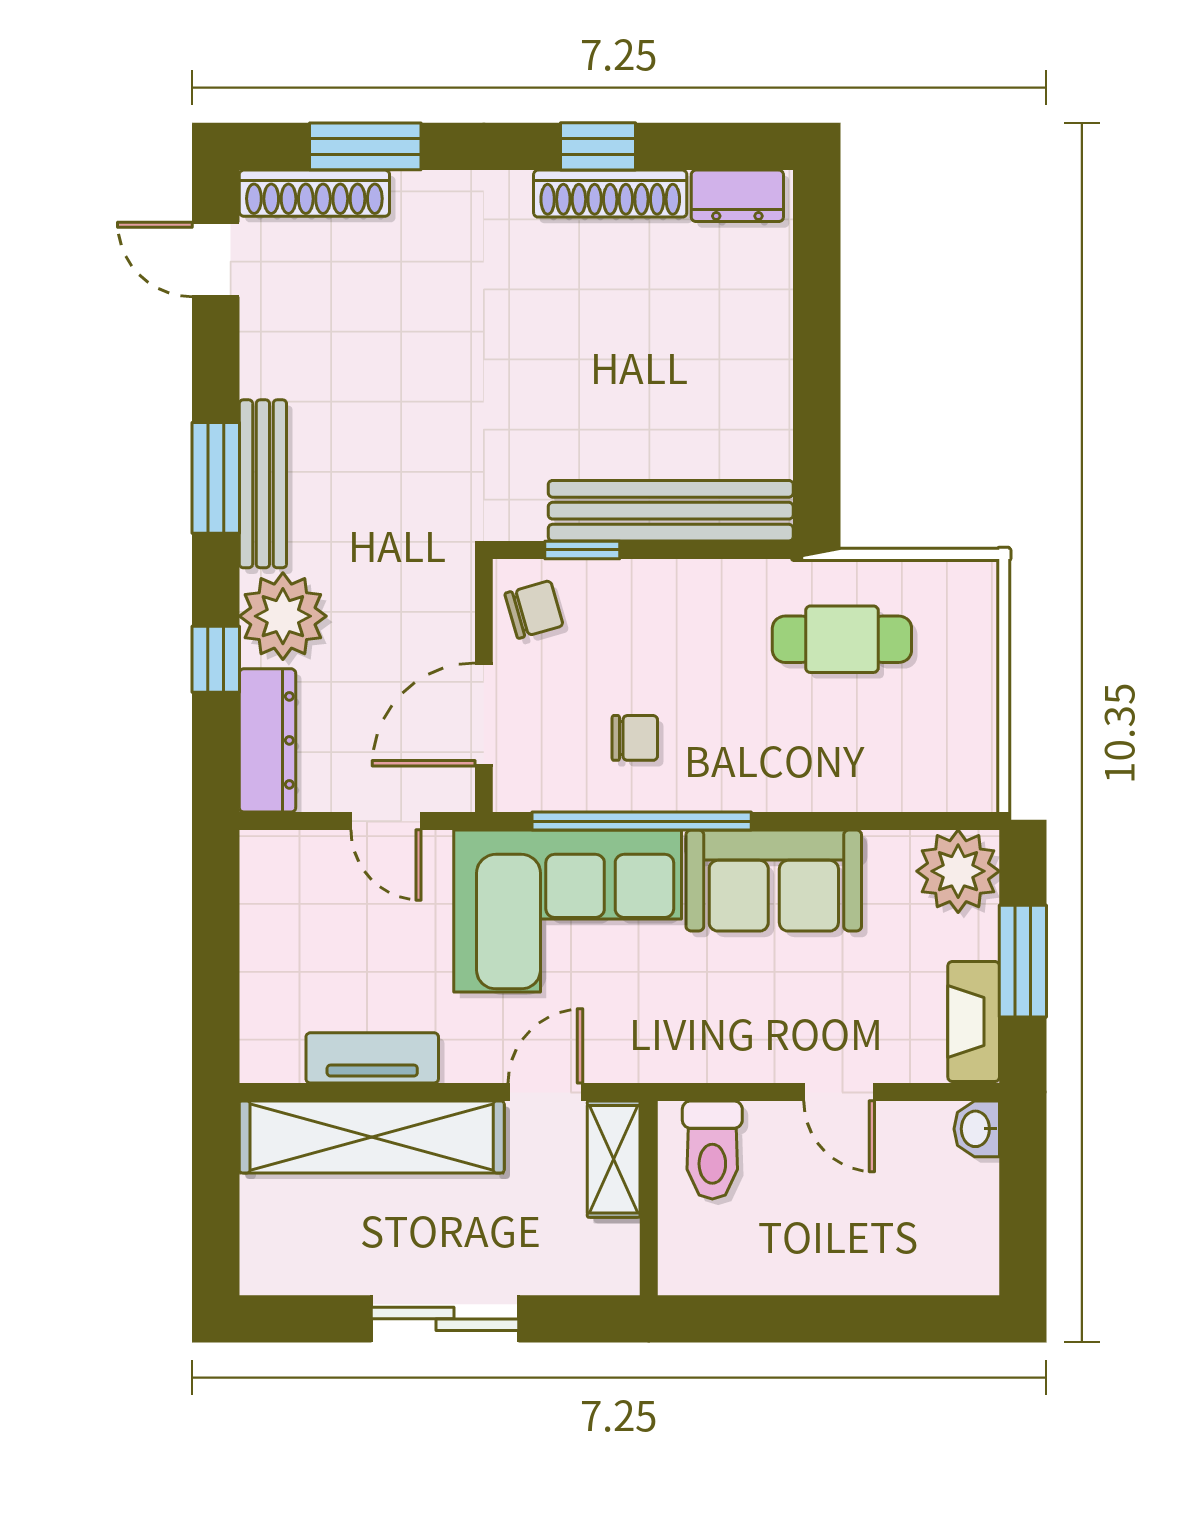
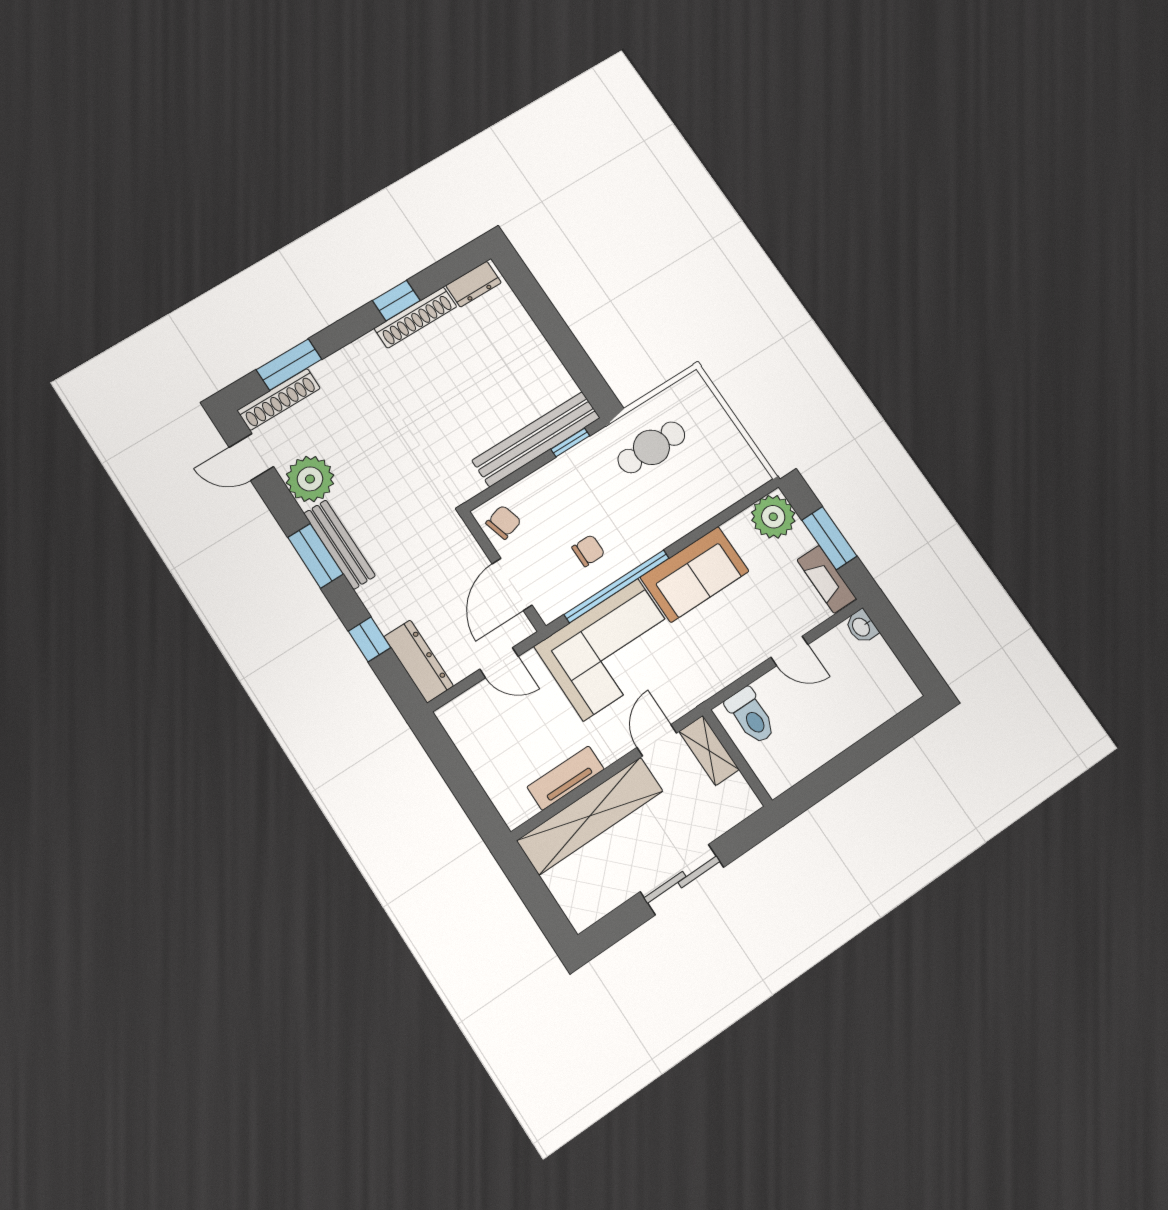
window: (582, 550) -> (570, 442), moved
plant: (283, 616) -> (310, 479), moved

